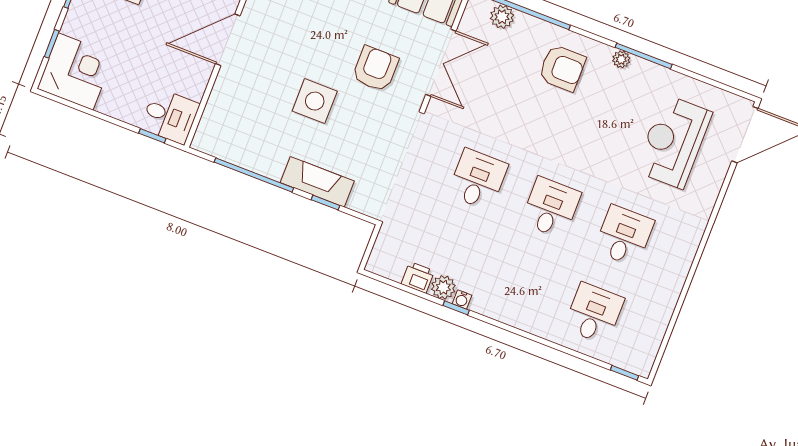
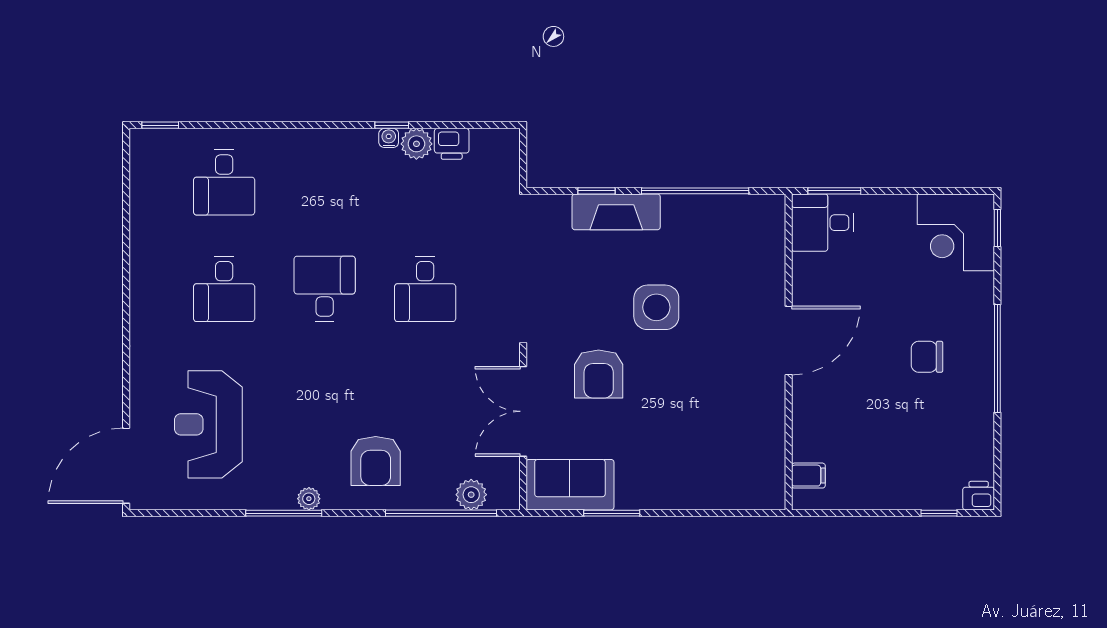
window: (52, 44) -> (997, 228), moved
armchair: (562, 68) -> (376, 461), turned -90
window: (152, 136) -> (834, 191), width x1.50
reception desk: (674, 142) -> (208, 424), turned 180
desk: (551, 208) -> (325, 289), turned 180

